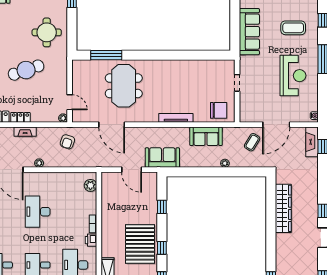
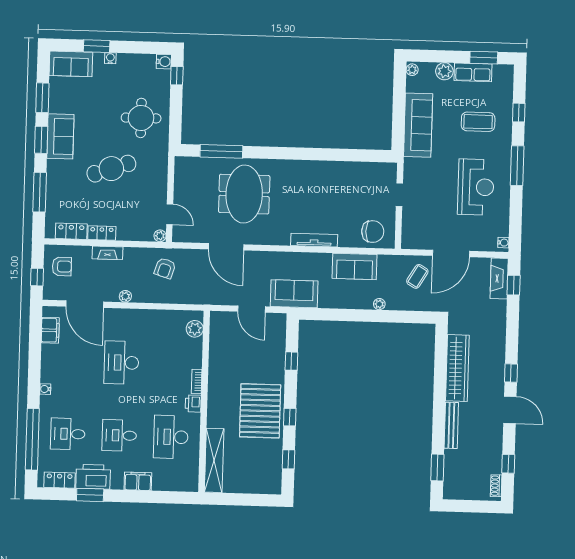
bench: (280, 250) -> (451, 425), added

